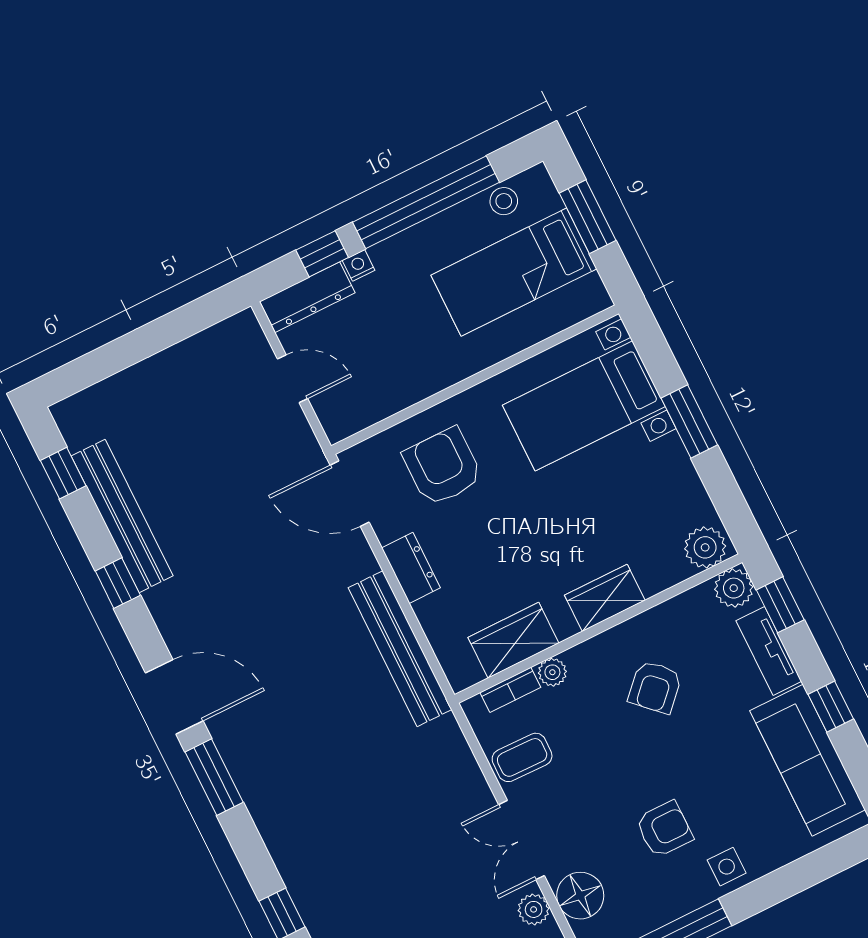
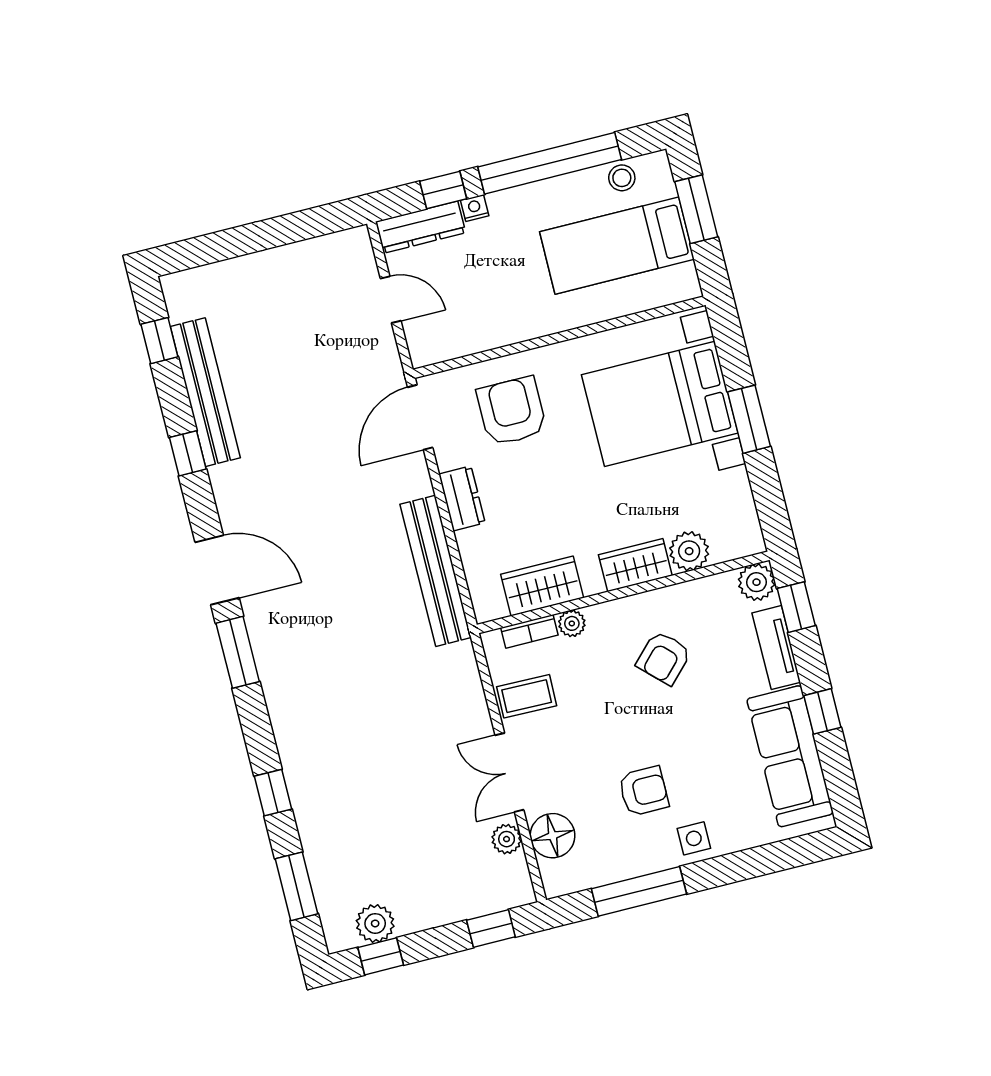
bed with nightstands: (584, 406) -> (660, 404), width x1.36
door: (350, 494) -> (420, 417), hinge flipped
plant: (705, 547) -> (689, 551), moved

